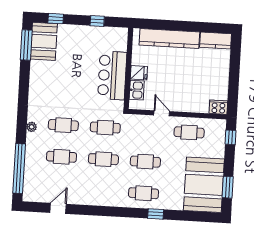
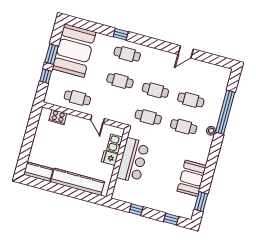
booth: (44, 41) -> (192, 178), moved
window: (26, 45) -> (201, 202), width x0.69
cooker: (218, 107) -> (58, 117), moved
window: (231, 137) -> (46, 76), moved
window: (19, 169) -> (225, 112), moved
window: (228, 187) -> (52, 54), moved
door: (58, 208) -> (186, 52), moved

